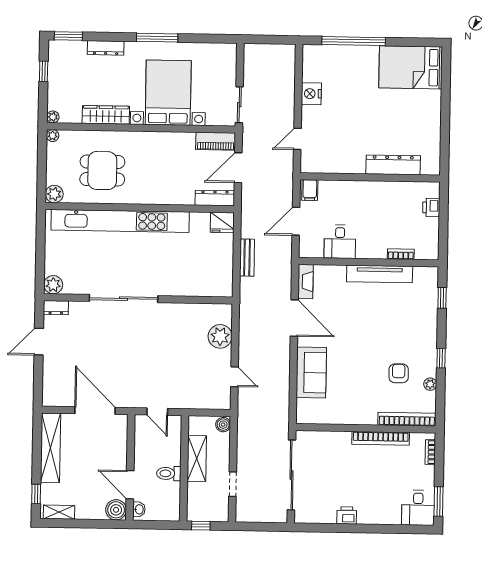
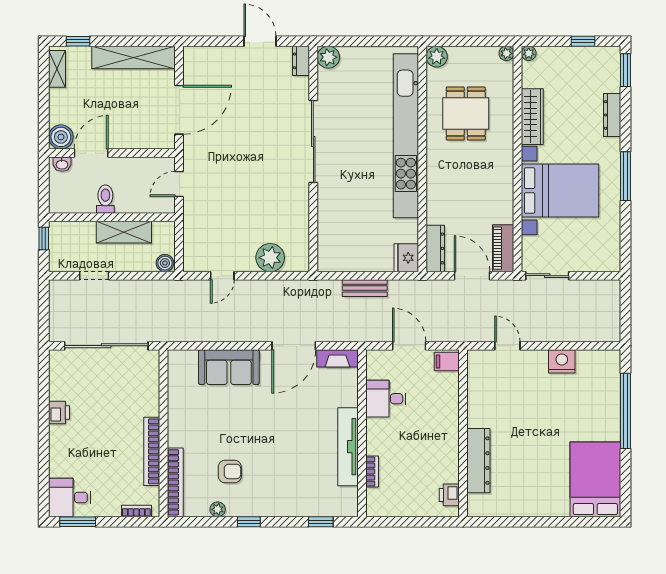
printer: (431, 207) -> (449, 495), moved, turned -90

